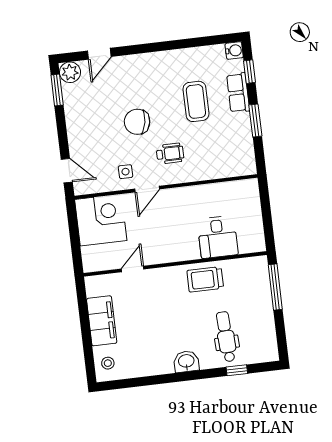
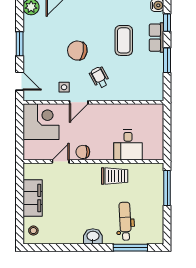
window: (57, 90) -> (20, 44), moved
wheelchair: (170, 153) -> (99, 77), turned -118
chair: (160, 253) -> (83, 152), added
trolley: (205, 279) -> (115, 176), turned 180
window: (237, 370) -> (130, 248), width x2.17

